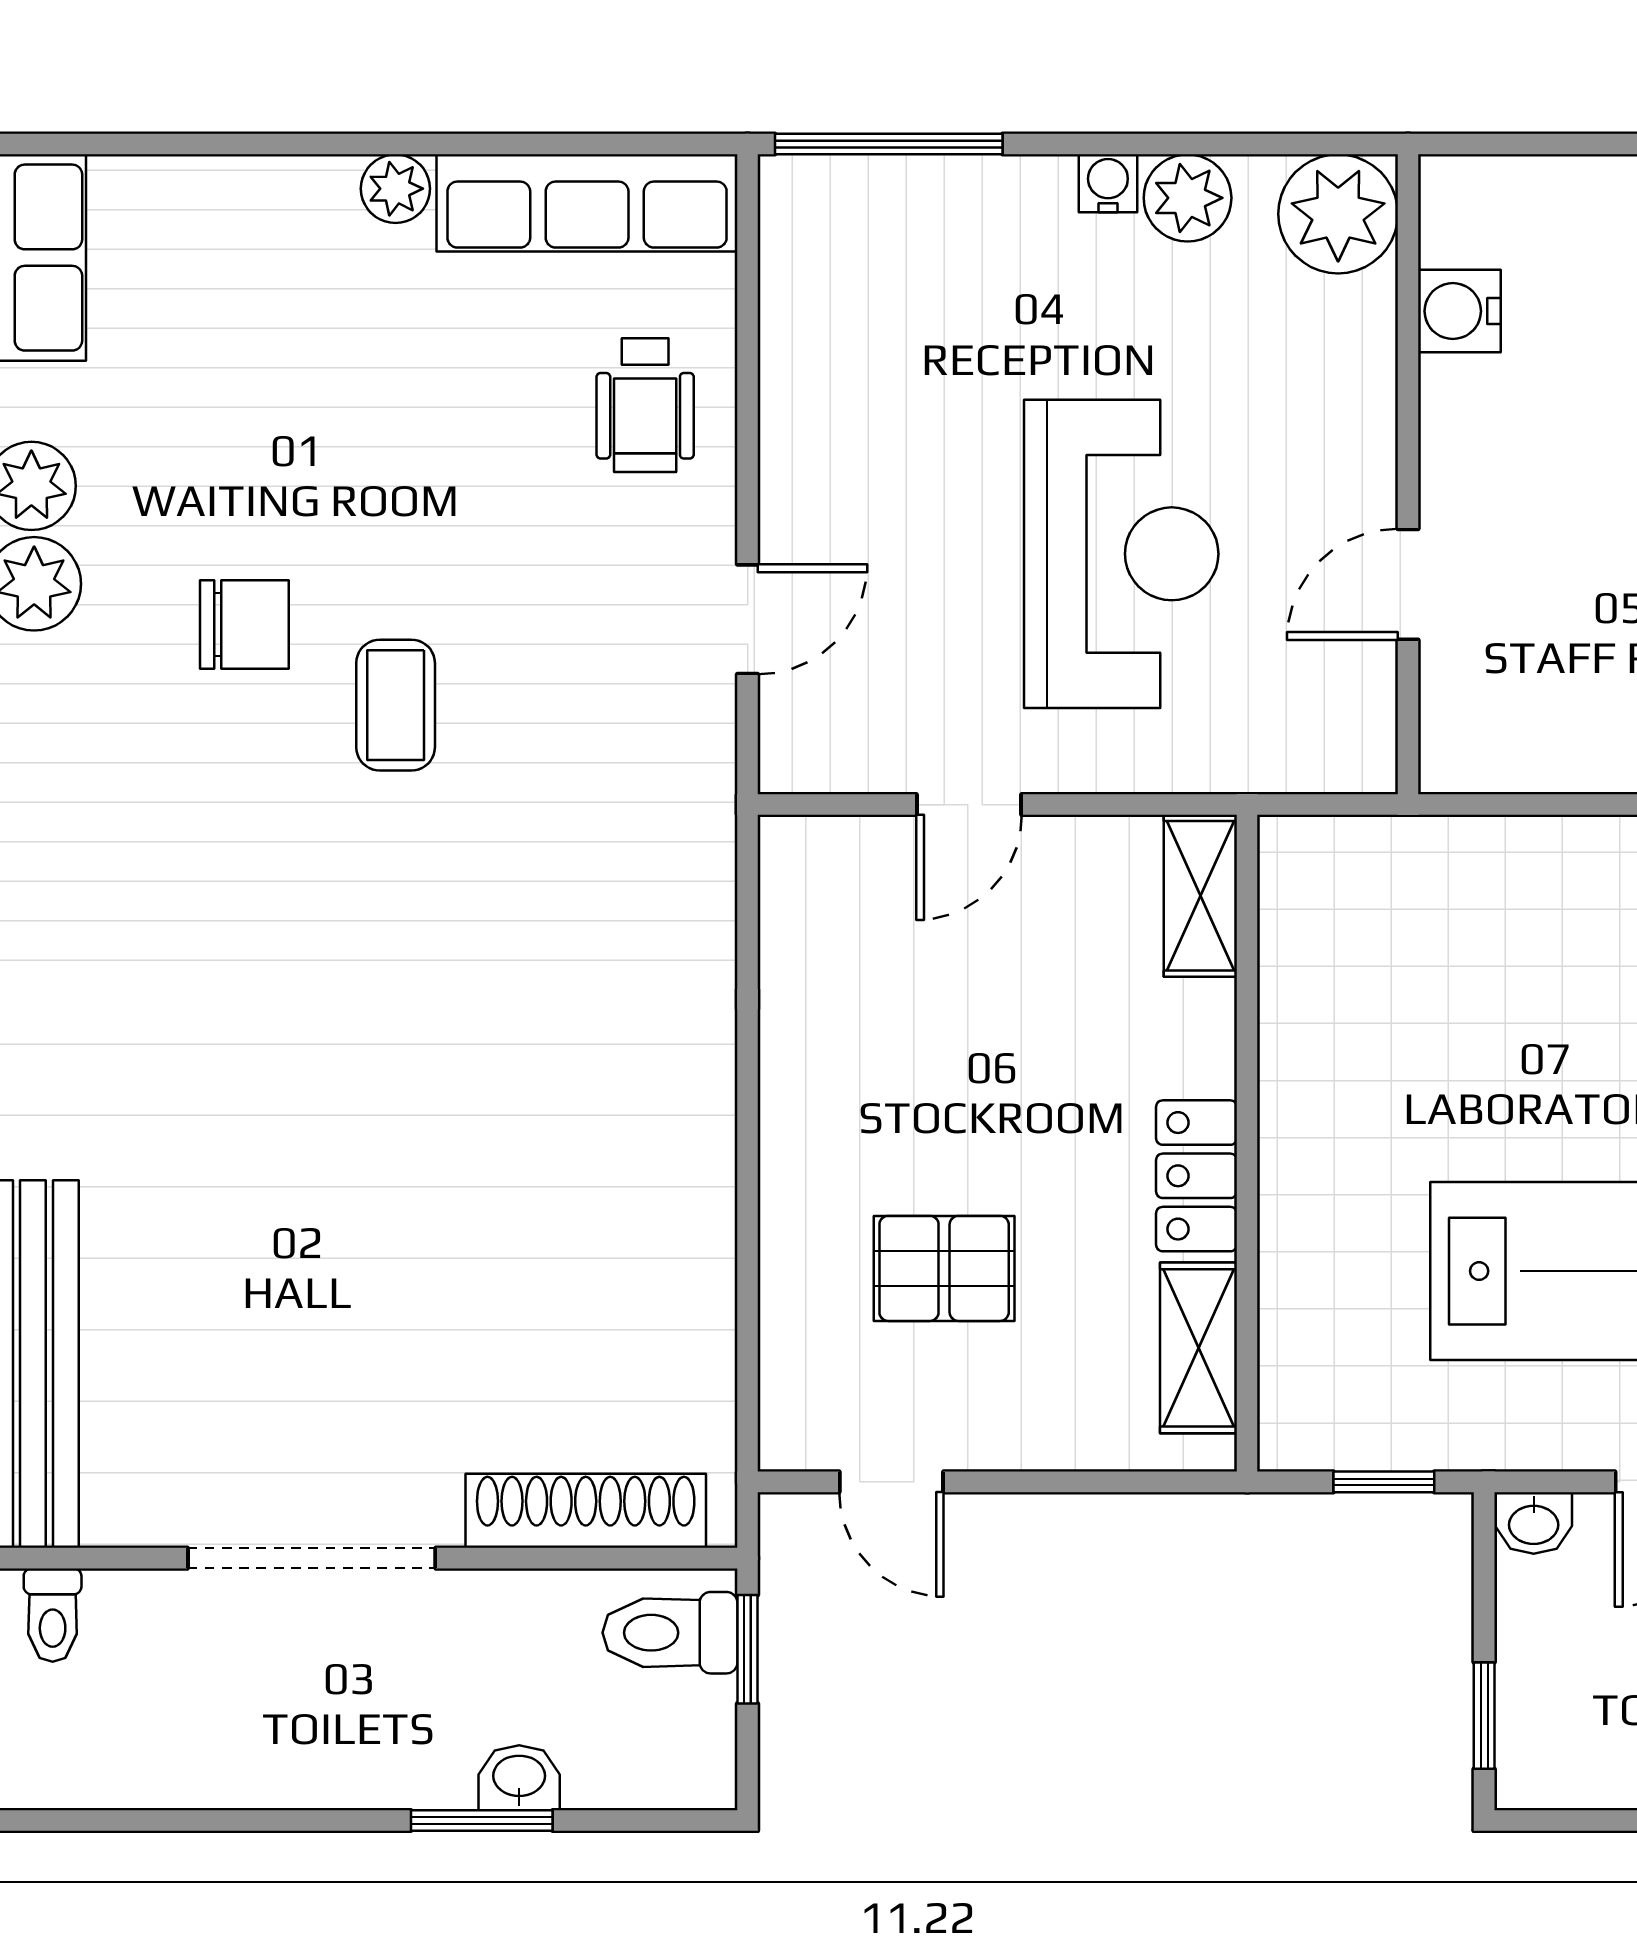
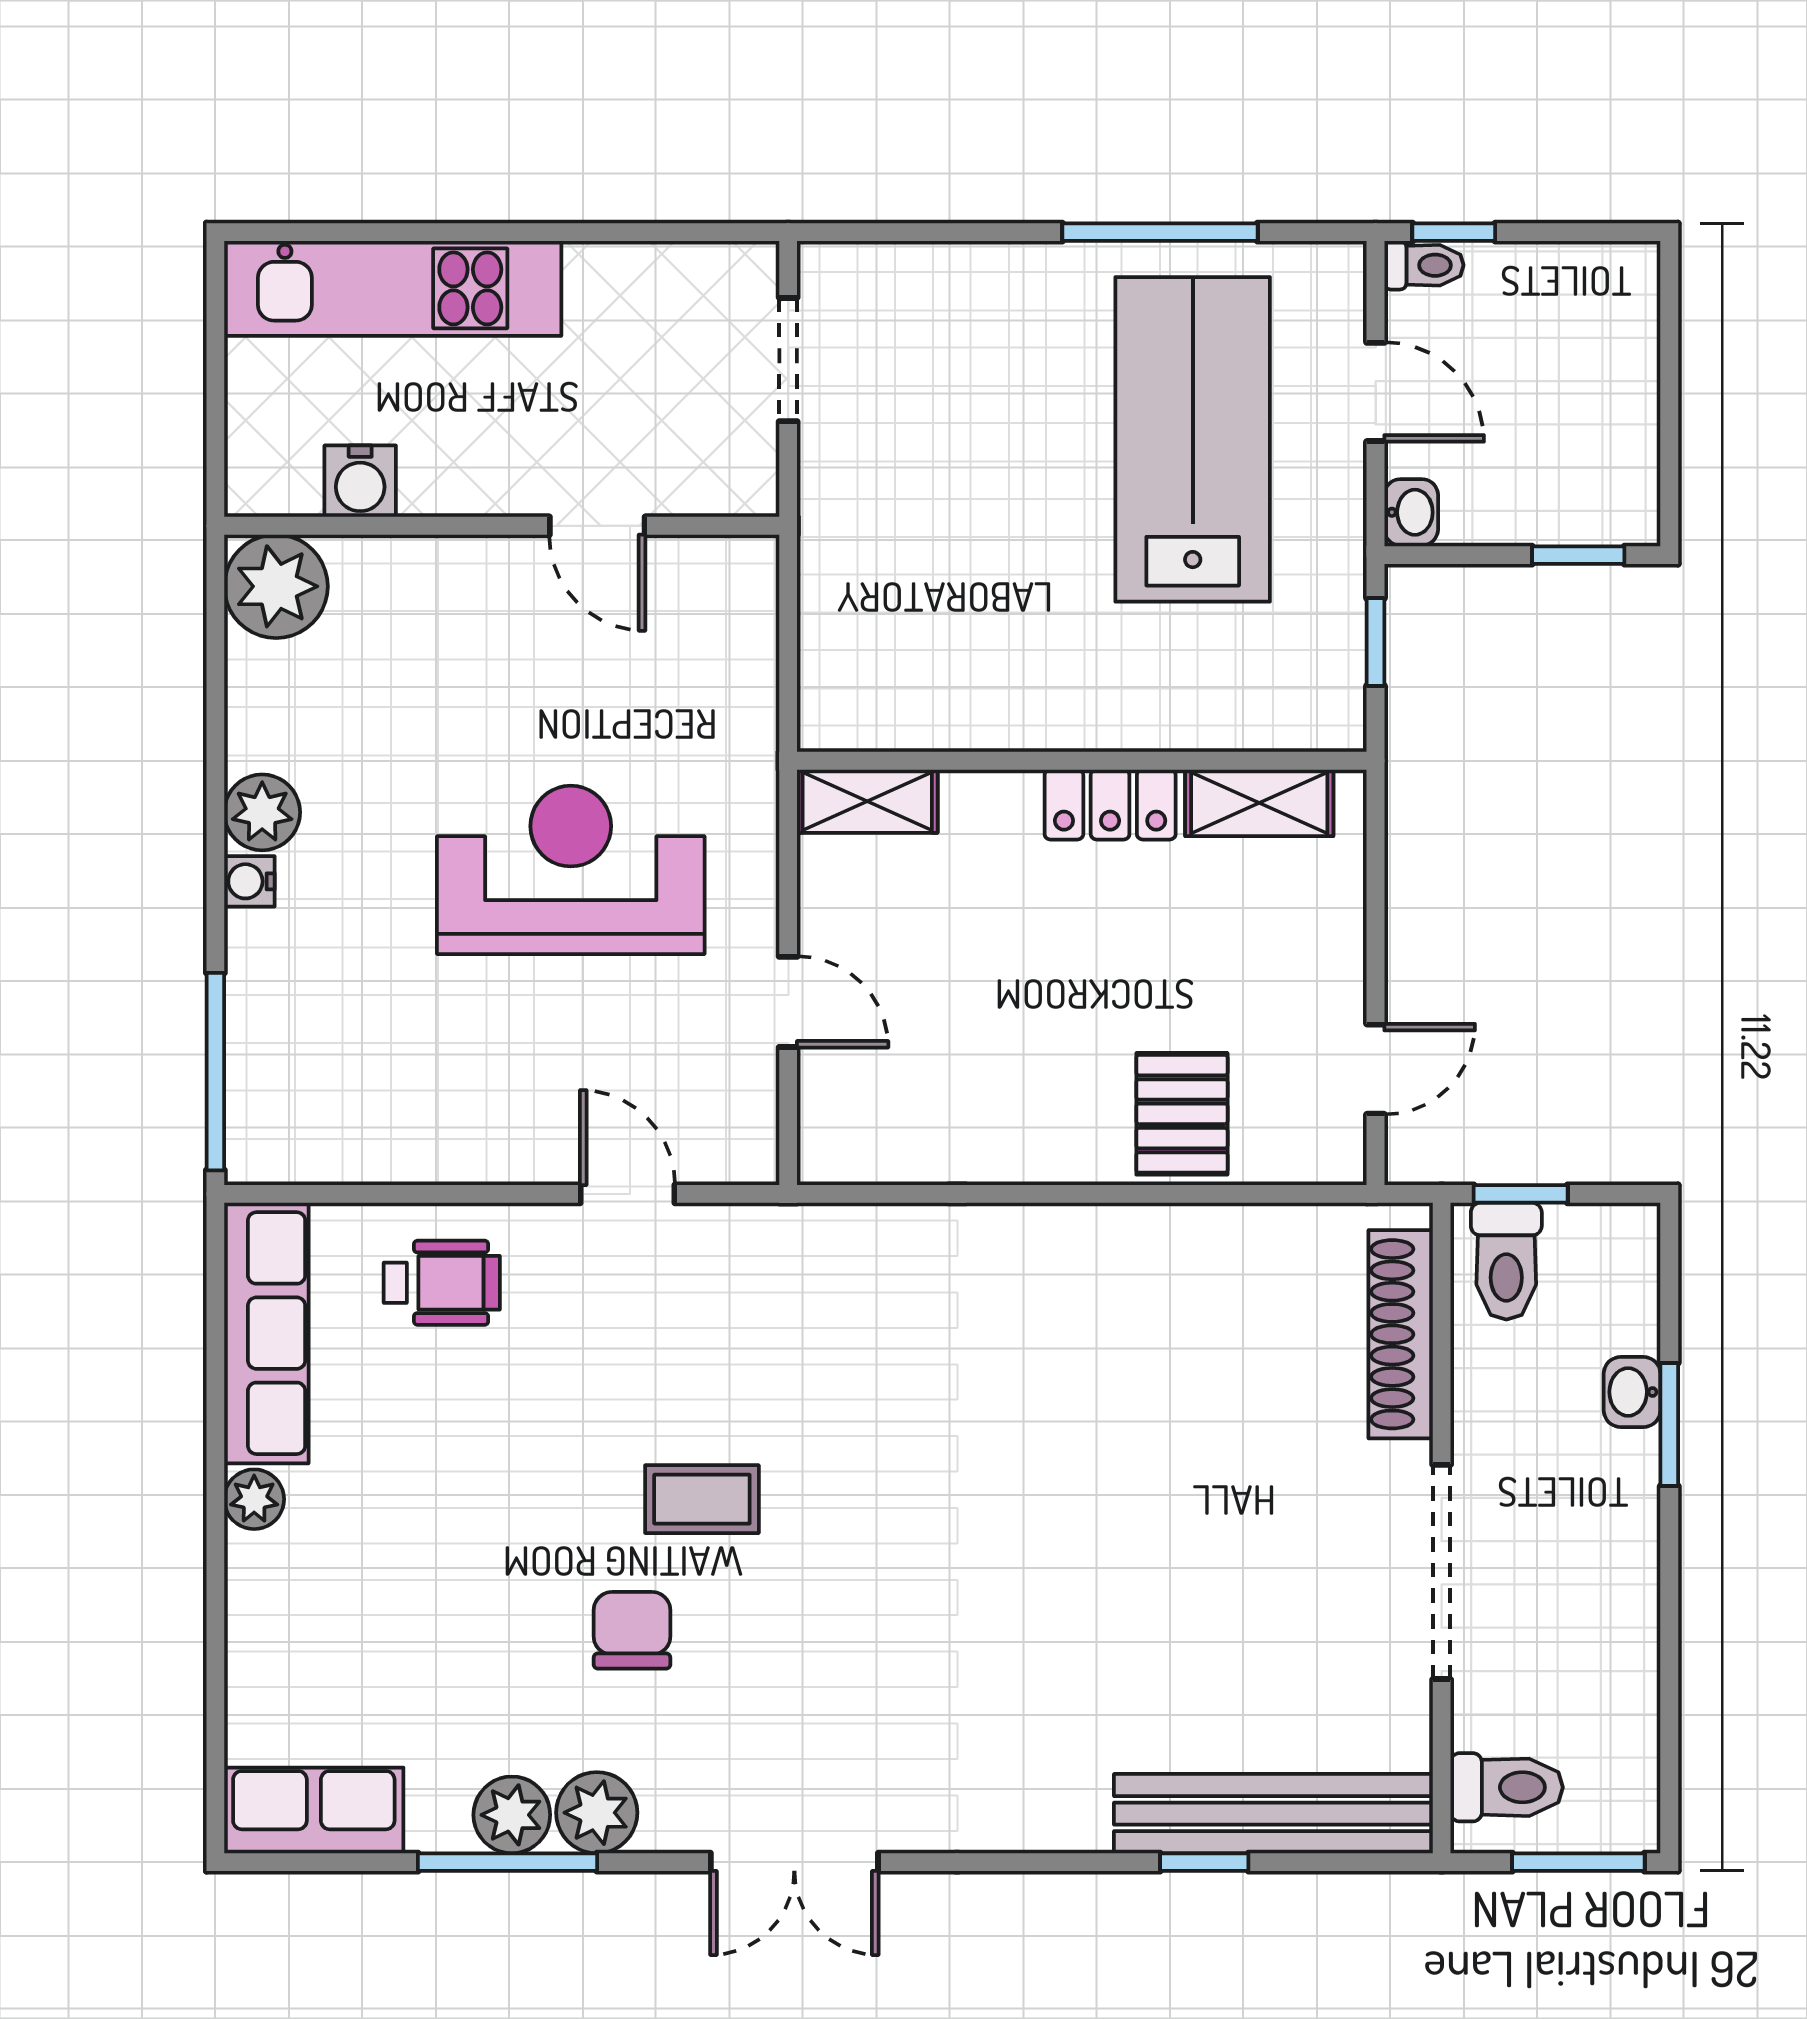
plant: (1338, 214) -> (276, 586), moved
water cooler: (1459, 311) -> (360, 481), moved
wall: (1408, 474) -> (502, 526), moved
door: (1408, 584) -> (597, 526), moved
pallet: (944, 1268) -> (1182, 1114), moved
toilet: (53, 1615) -> (1507, 1787), width x1.37, depth x1.39

